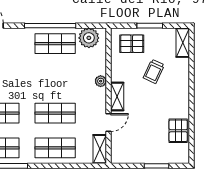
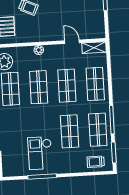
shop shelf: (55, 78) -> (39, 87), added
shelving: (117, 96) -> (50, 36), removed

